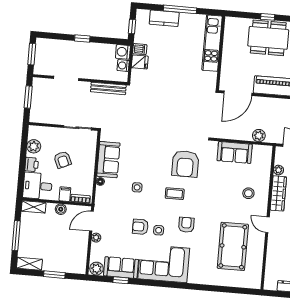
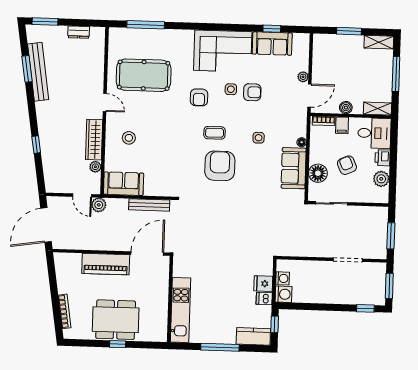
kitchen counter: (164, 18) -> (253, 336), moved
window: (82, 38) -> (365, 308), moved
bench: (108, 88) -> (149, 205), moved
plant: (259, 136) -> (99, 205), moved
sofa: (235, 152) -> (124, 184), moved
floor lamp: (88, 154) -> (318, 173), added
armchair: (185, 164) -> (220, 166), moved
pool table: (233, 246) -> (144, 75), turned 90
plant: (96, 269) -> (301, 41), removed
window: (229, 290) -> (146, 25), added

